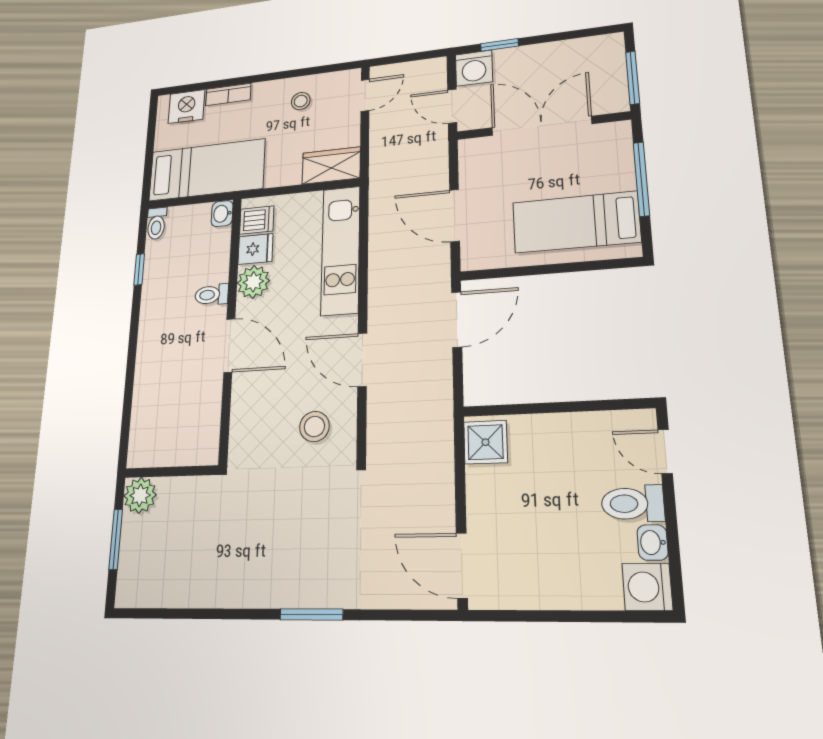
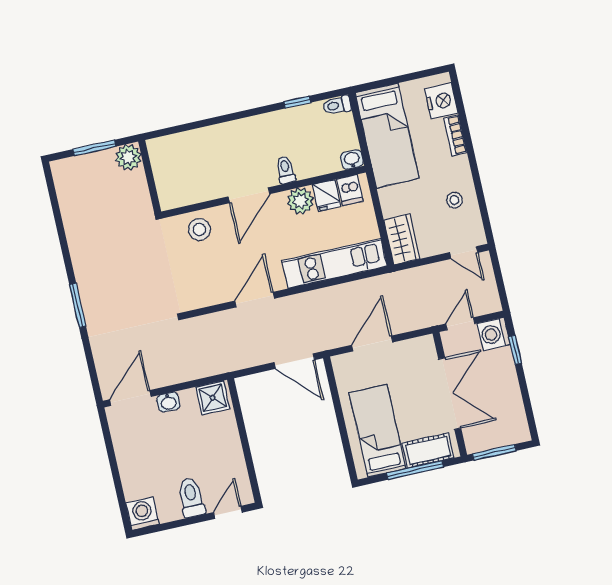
cot: (616, 160) -> (428, 450), added
stool: (314, 427) -> (199, 229), moved
washbasin: (653, 542) -> (168, 402), moved, turned 180

